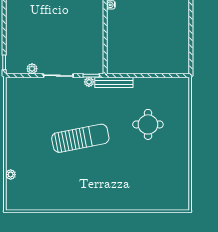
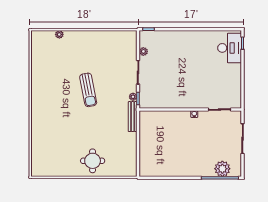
round table: (148, 124) -> (93, 161), moved
sun lounger: (80, 138) -> (88, 90), width x0.73, depth x0.75

